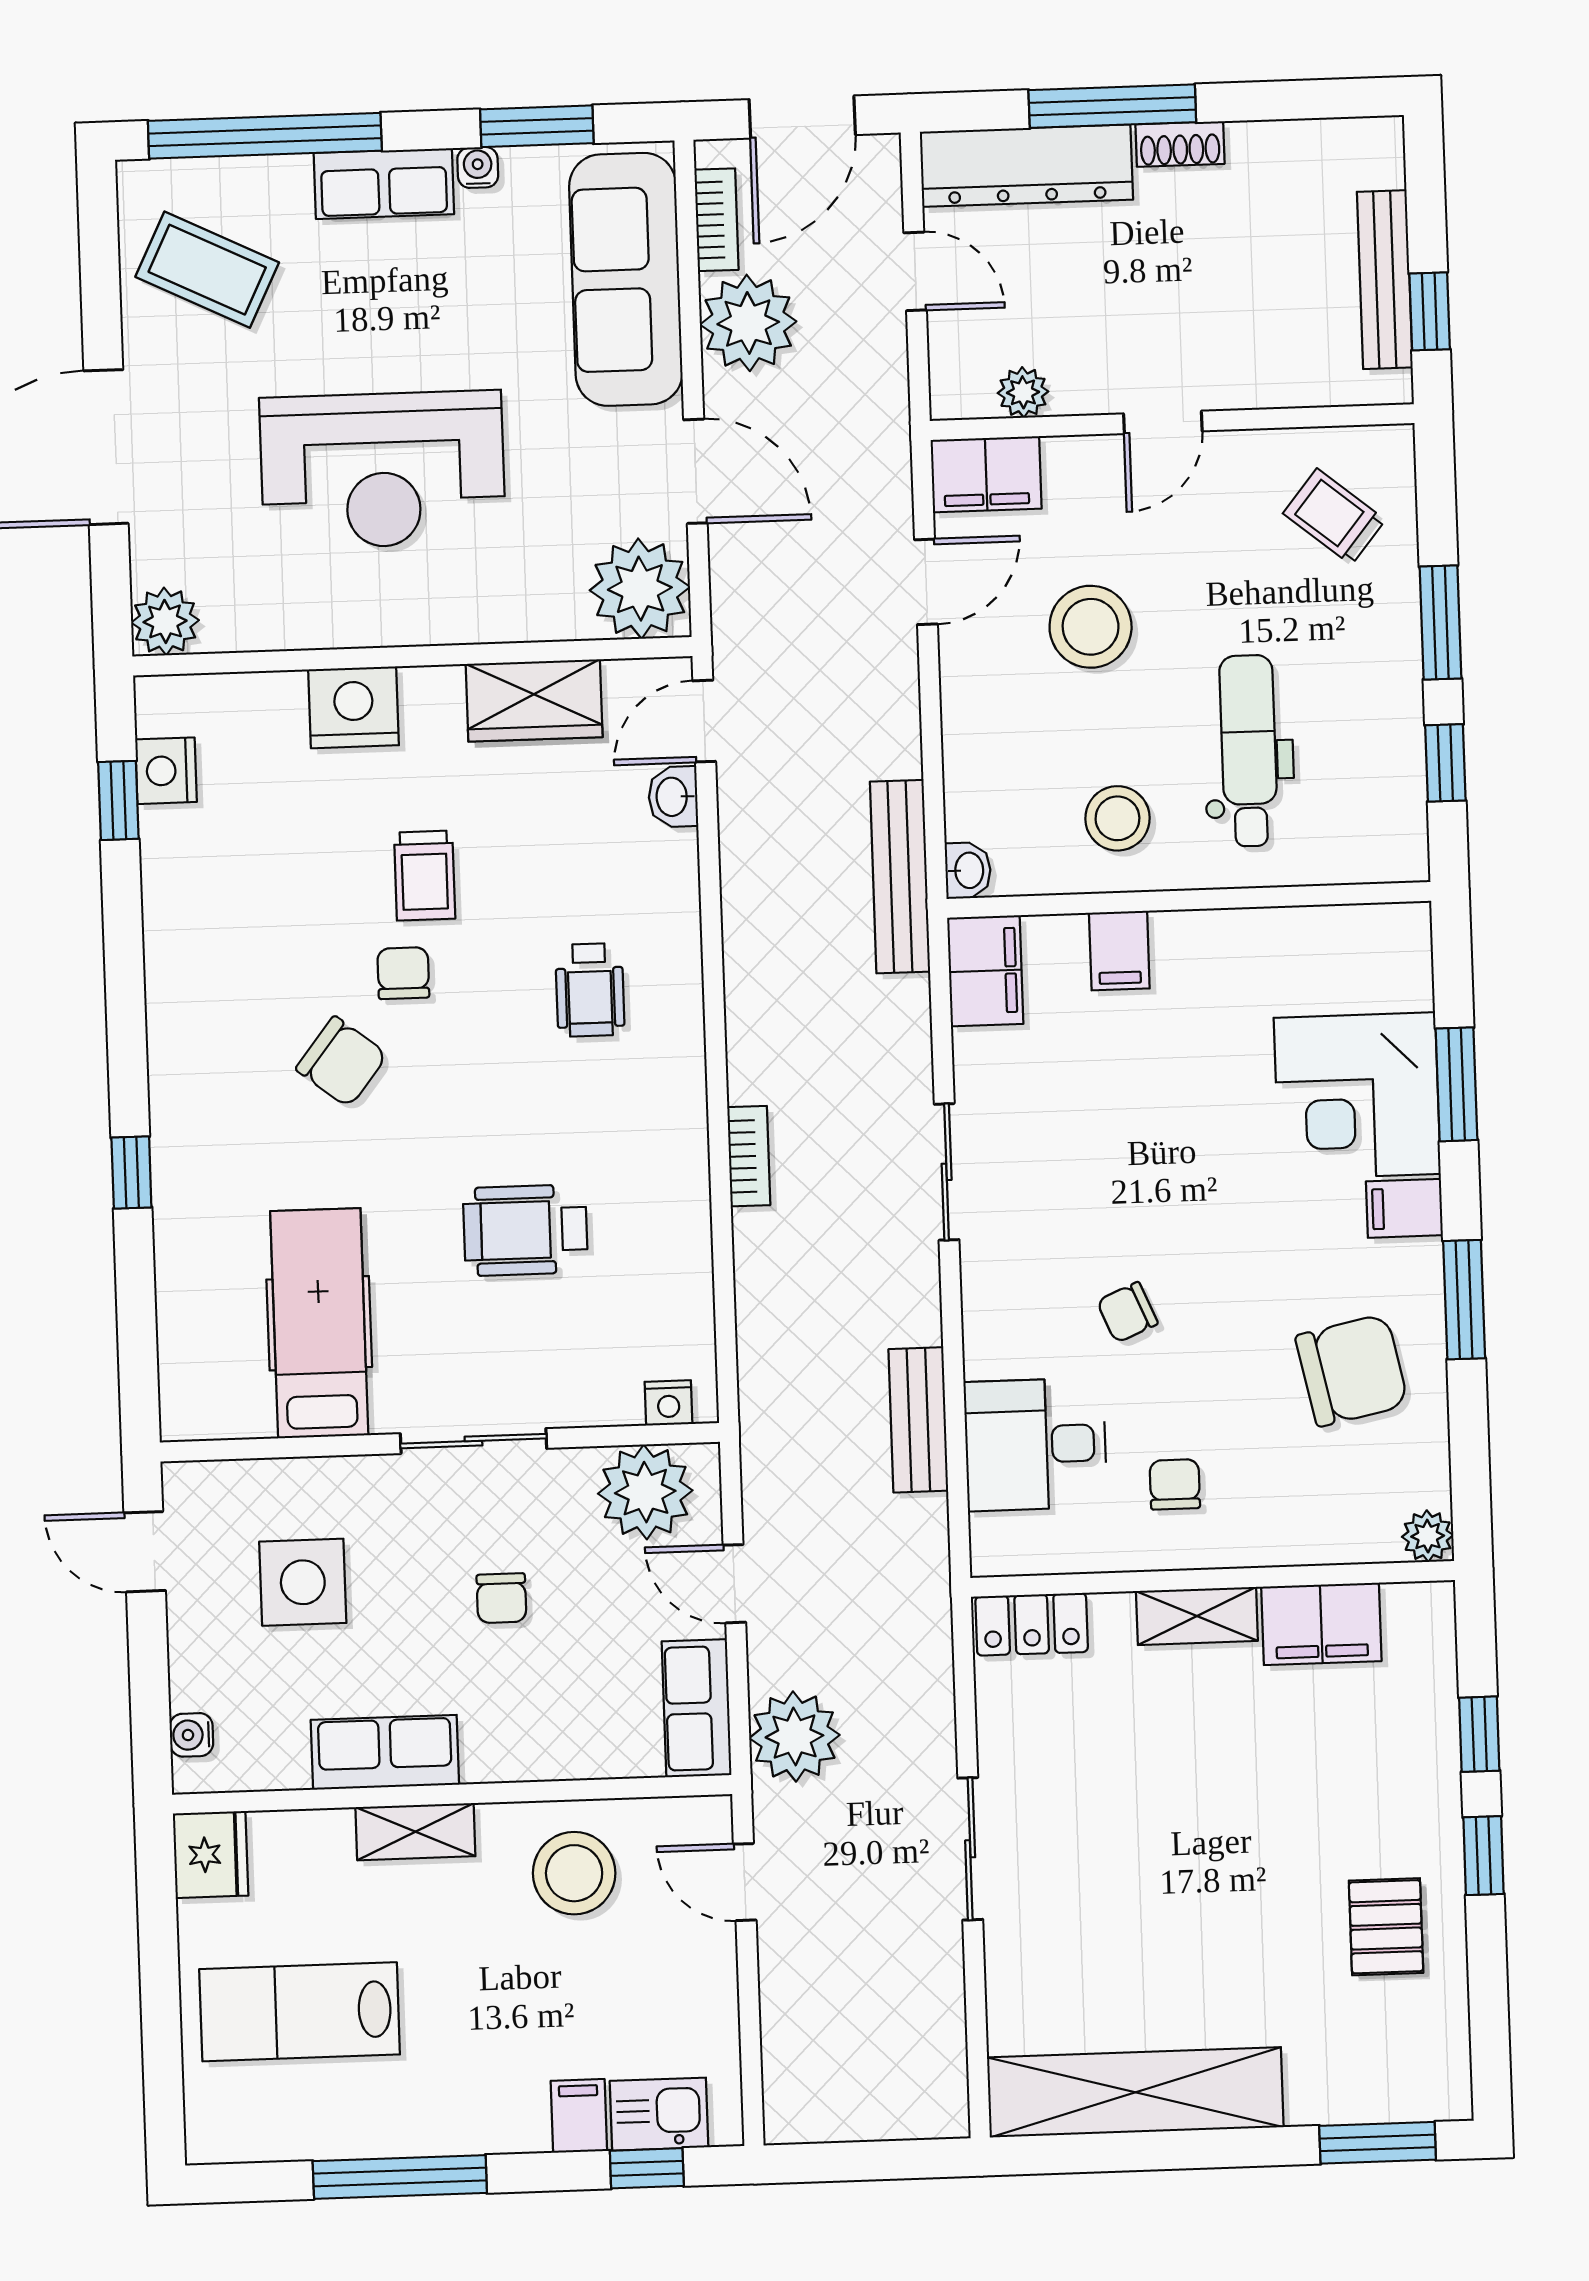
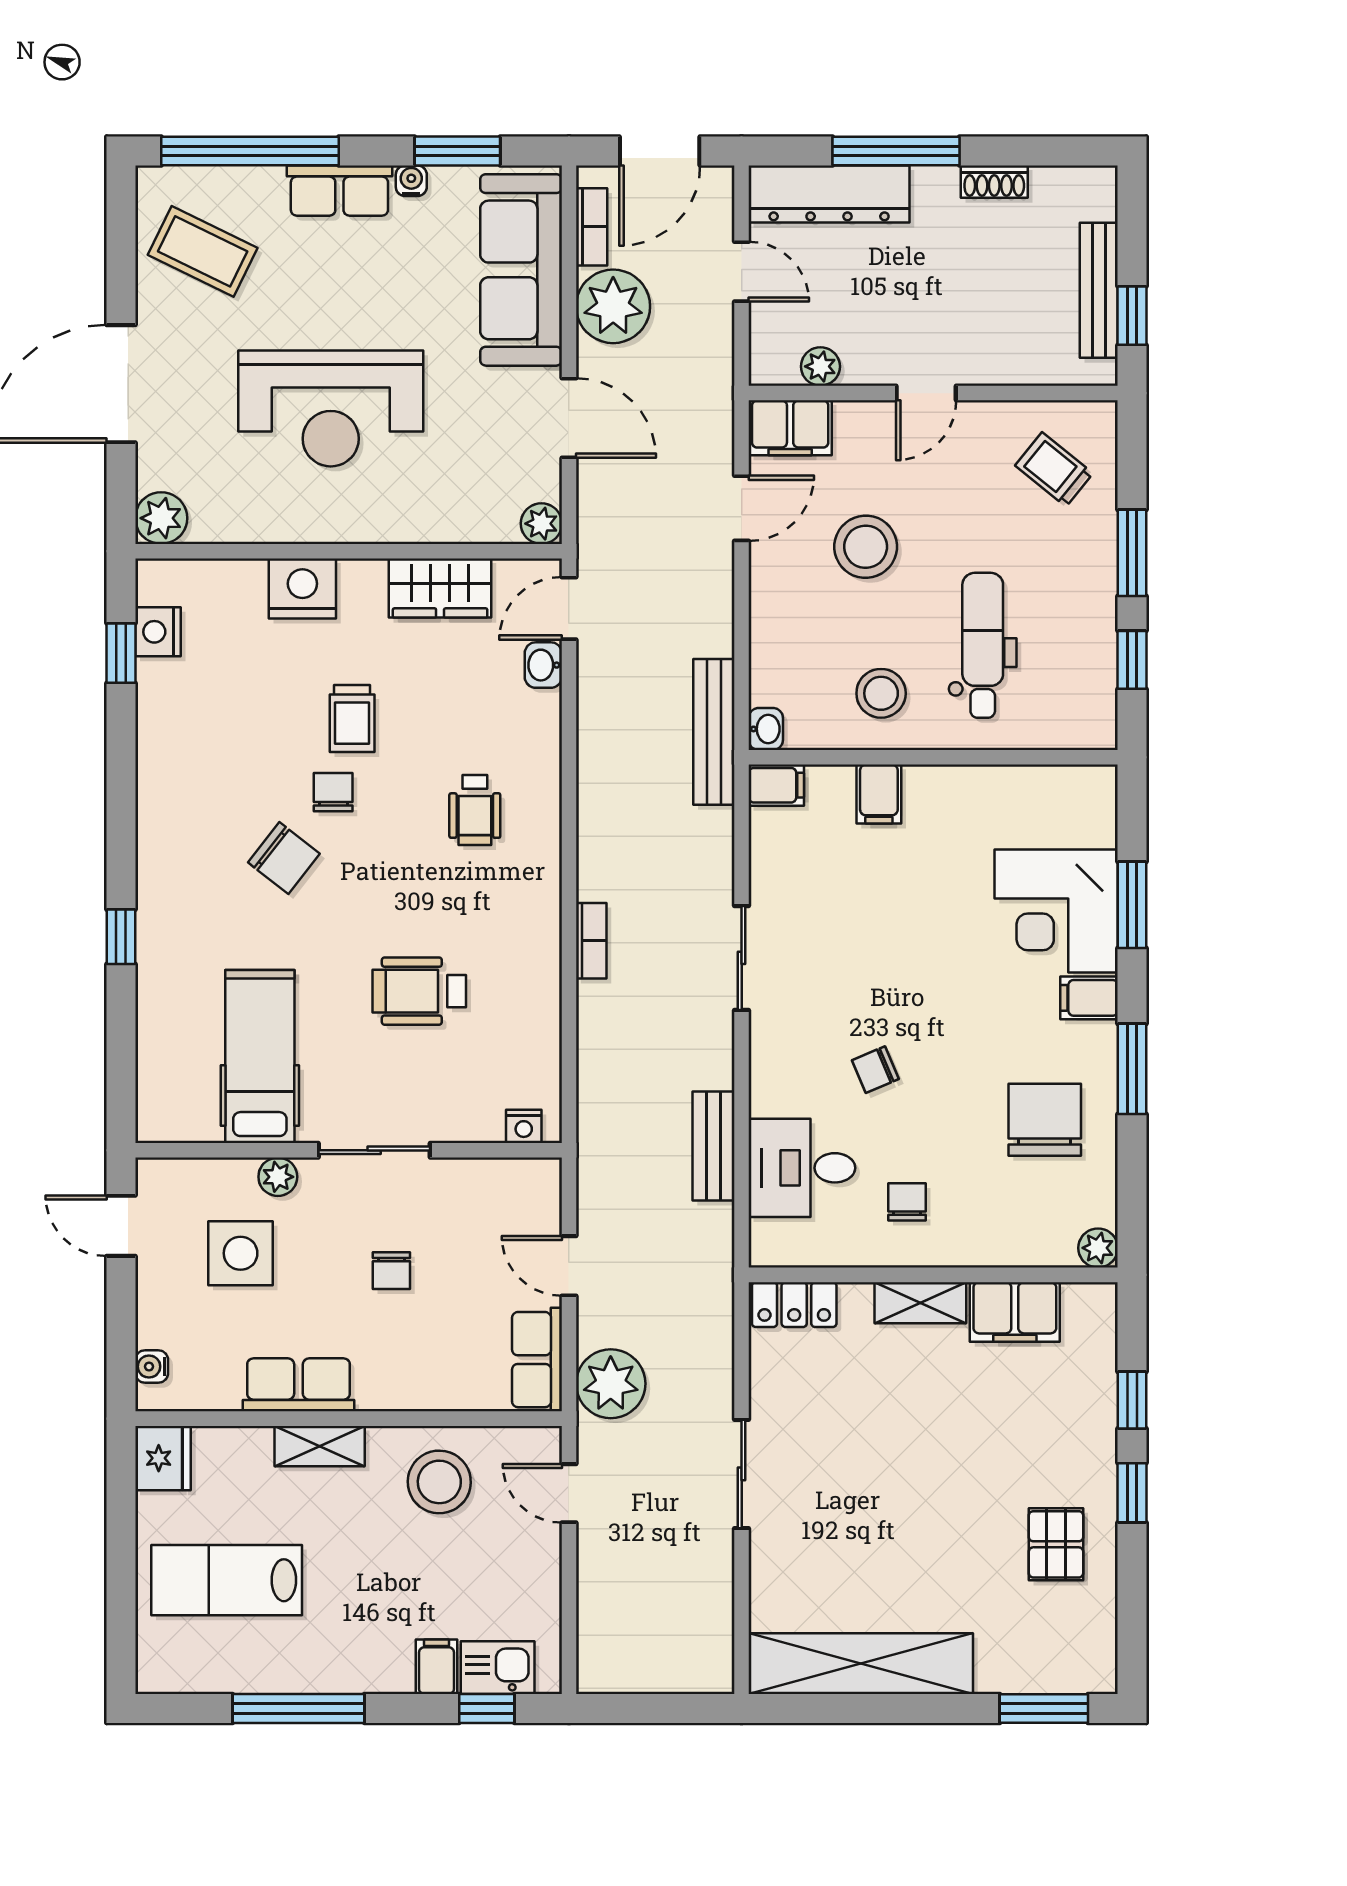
shoe rack: (1180, 144) -> (994, 182), moved
plant: (640, 589) -> (541, 524), width x0.53, depth x0.53
filing cabinet: (985, 971) -> (776, 785), width x0.50
chair: (1352, 1370) -> (1045, 1120), turned -78
plant: (645, 1492) -> (278, 1177), moved, width x0.53, depth x0.53

